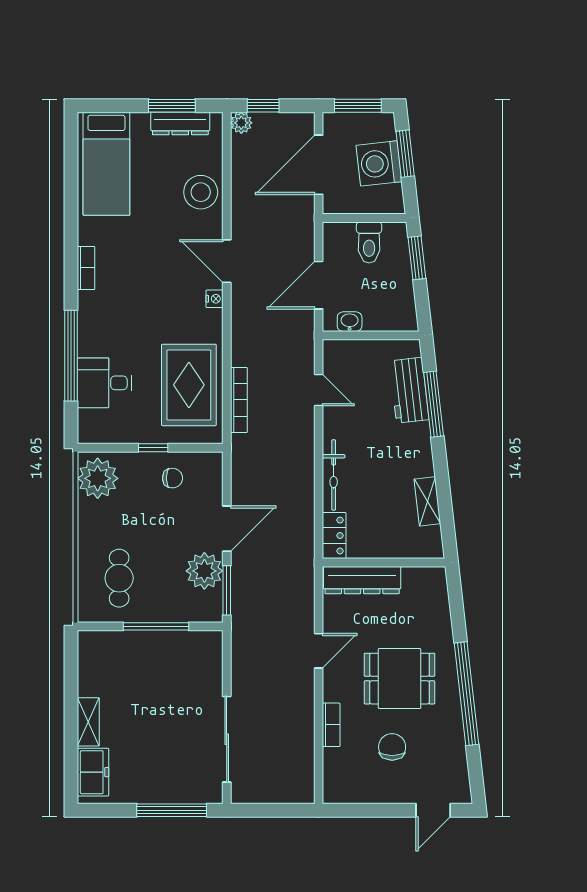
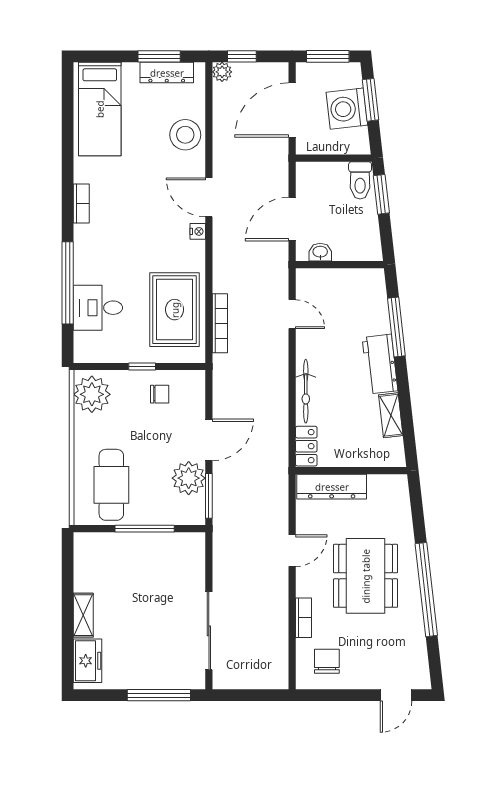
toilet: (369, 242) -> (360, 180), moved
workbench: (409, 390) -> (380, 364), moved
cafe table: (119, 578) -> (111, 485), width x1.37, depth x1.35
dining table: (400, 679) -> (366, 576), width x1.38
chair: (392, 747) -> (327, 661), moved

